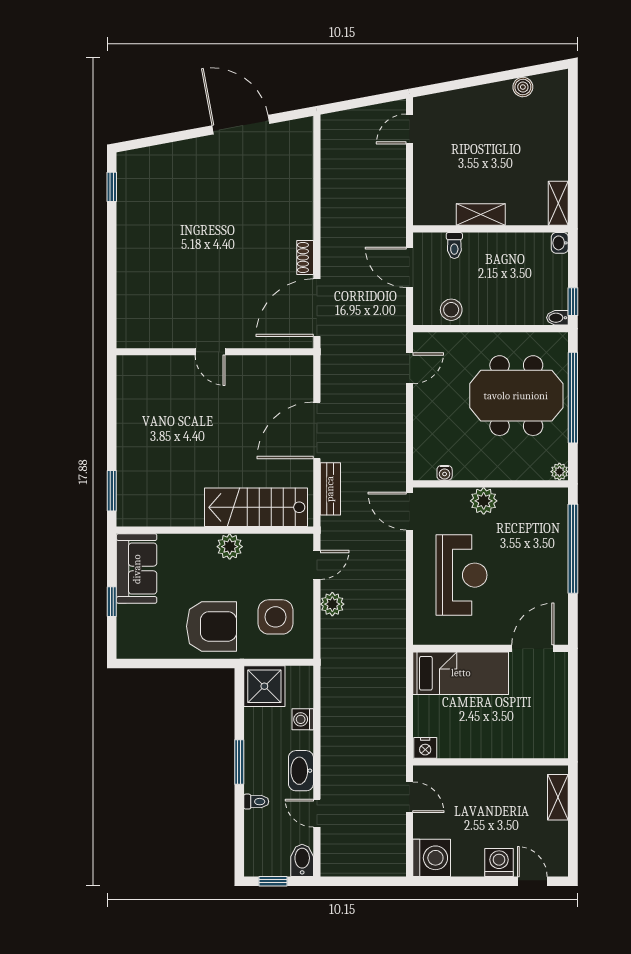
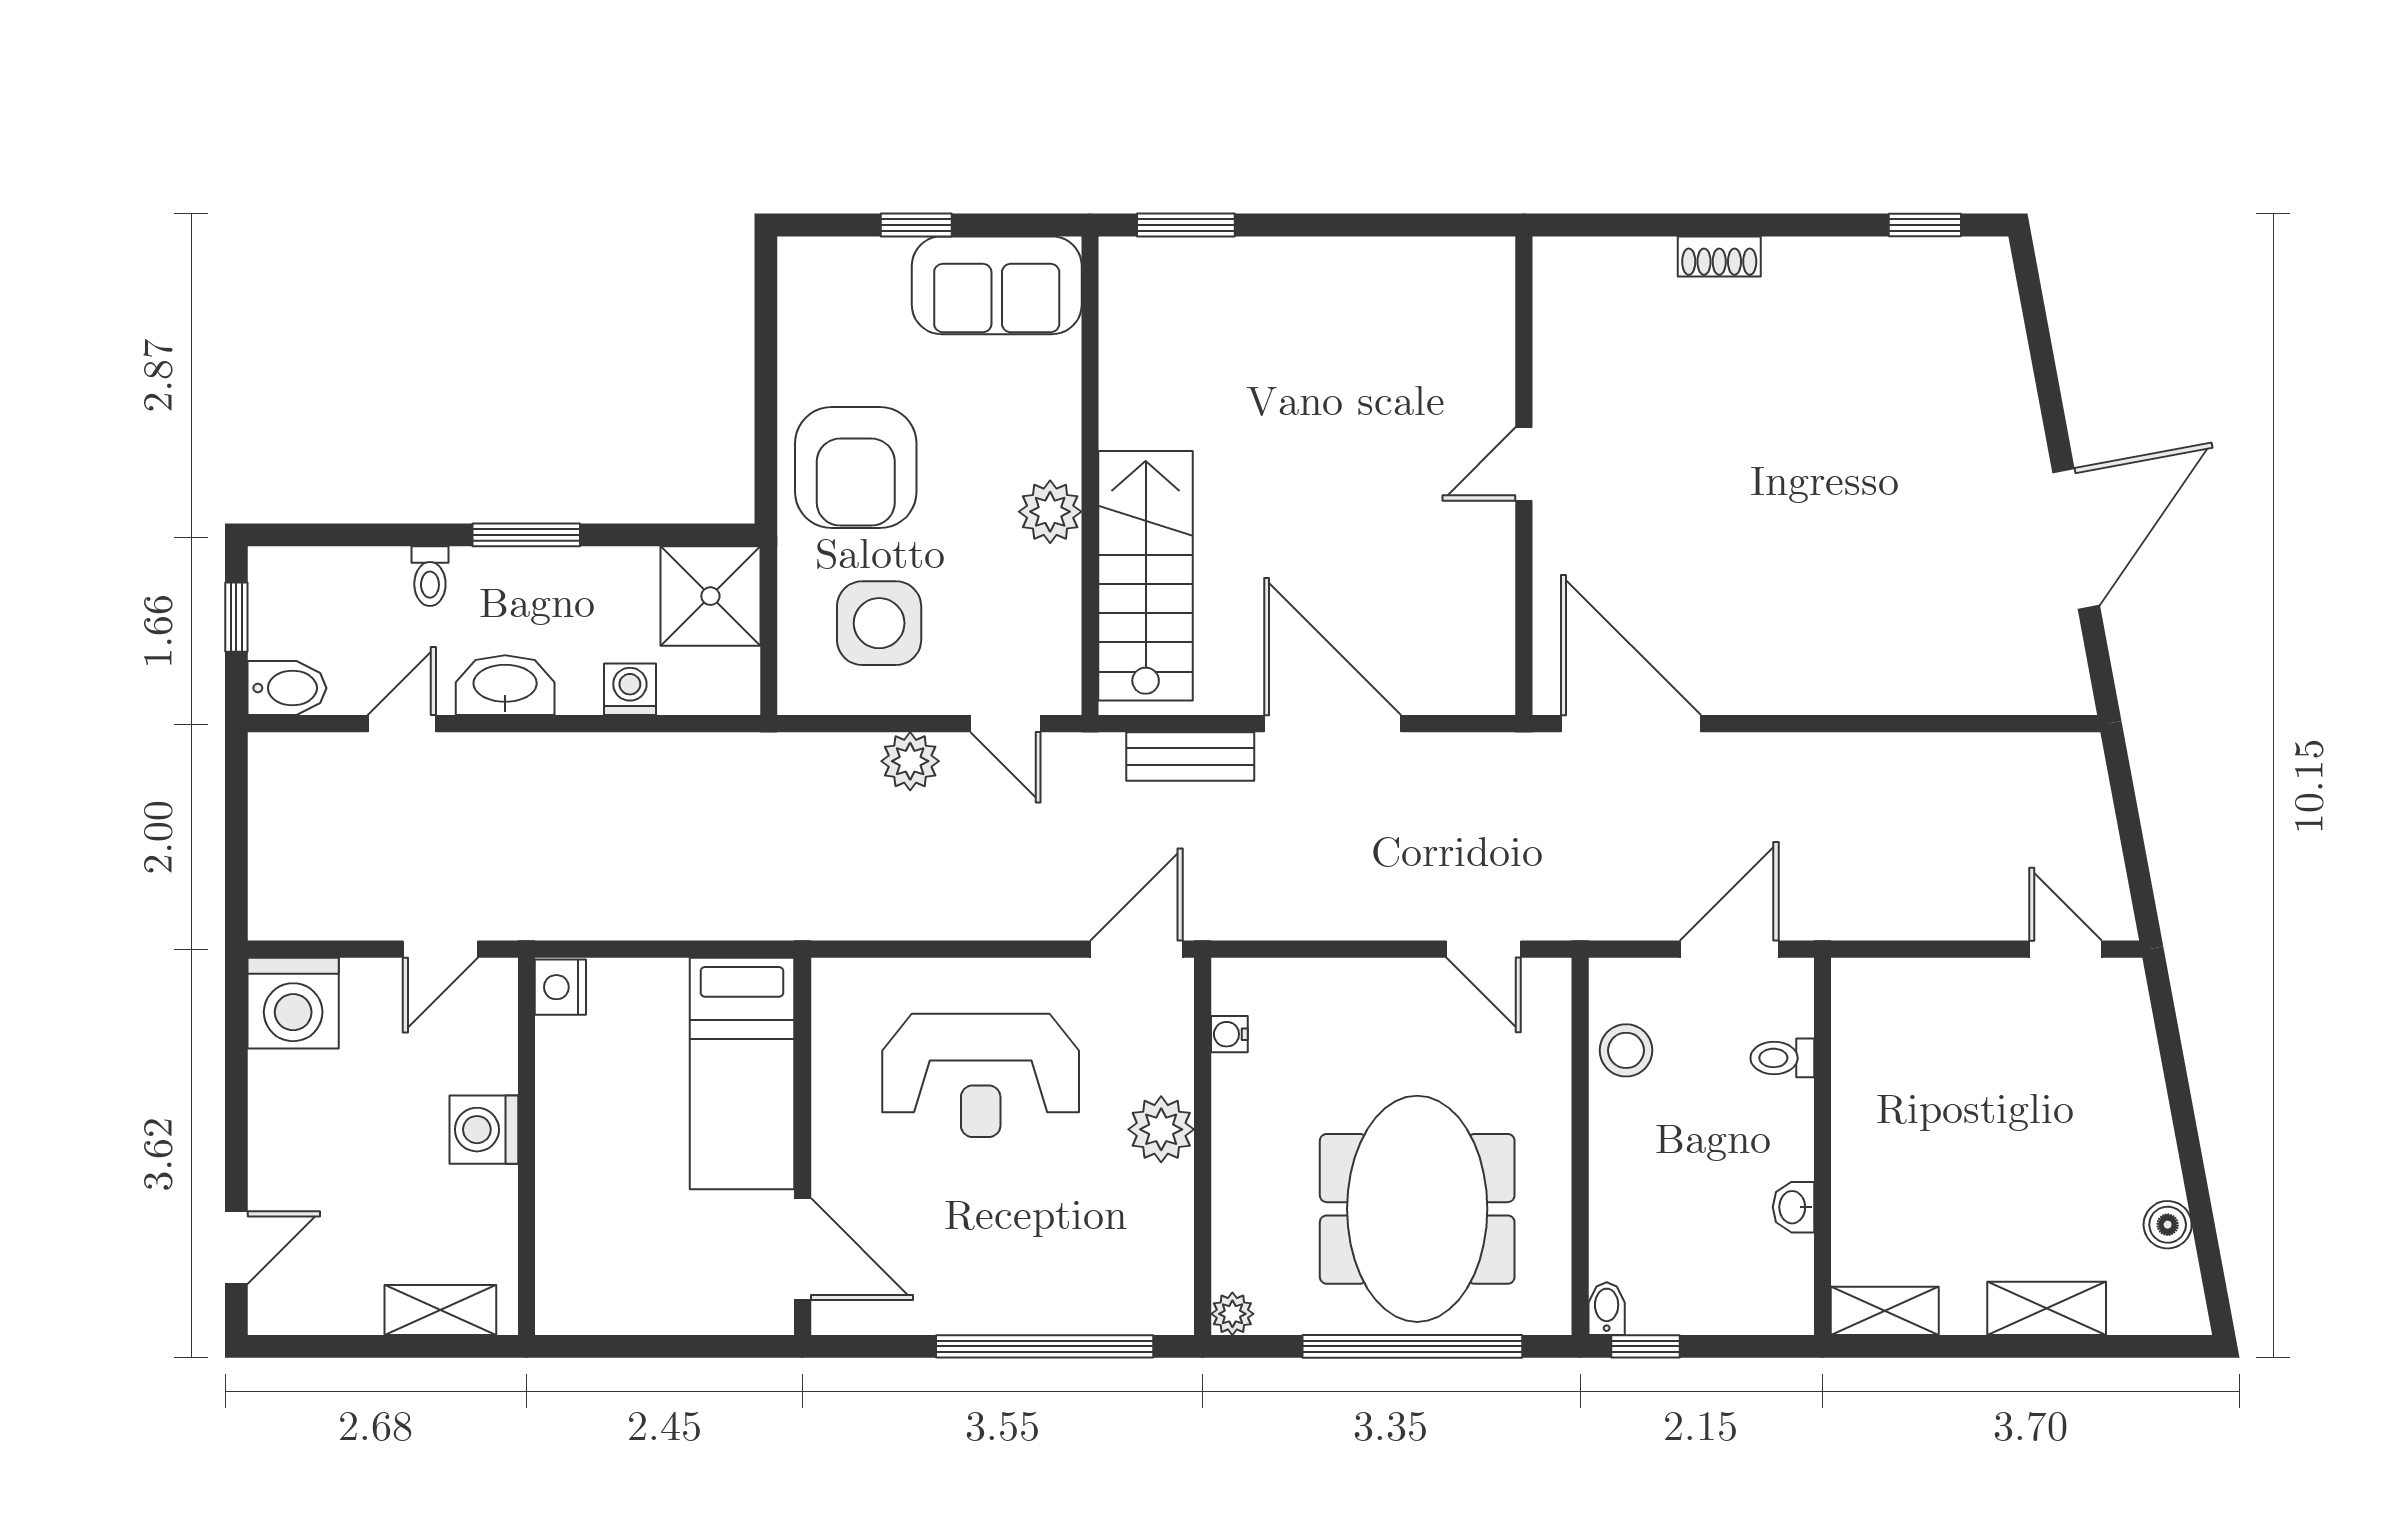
shelving: (481, 215) -> (2047, 1308), moved, turned 90
washbasin: (560, 243) -> (1793, 1207), moved, turned -90
shoe rack: (305, 257) -> (1719, 256), moved, turned 180
washing machine: (499, 862) -> (484, 1130), moved, turned 180

